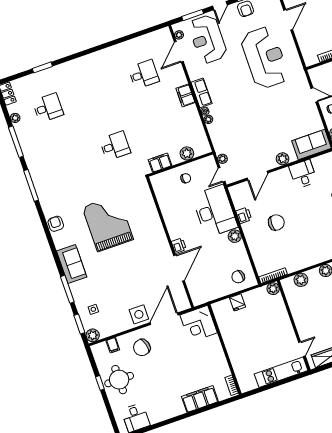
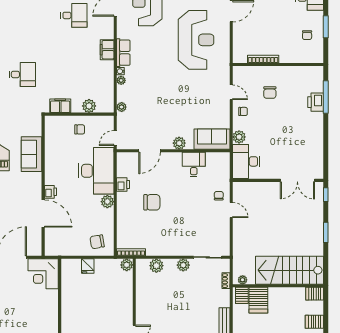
plant: (222, 159) -> (122, 107), moved
sofa: (149, 217) -> (32, 154), added
door: (179, 268) -> (43, 214), hinge flipped

